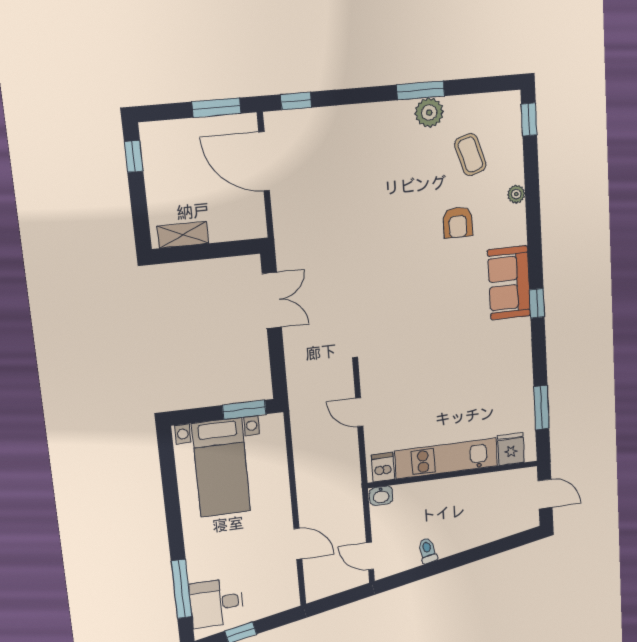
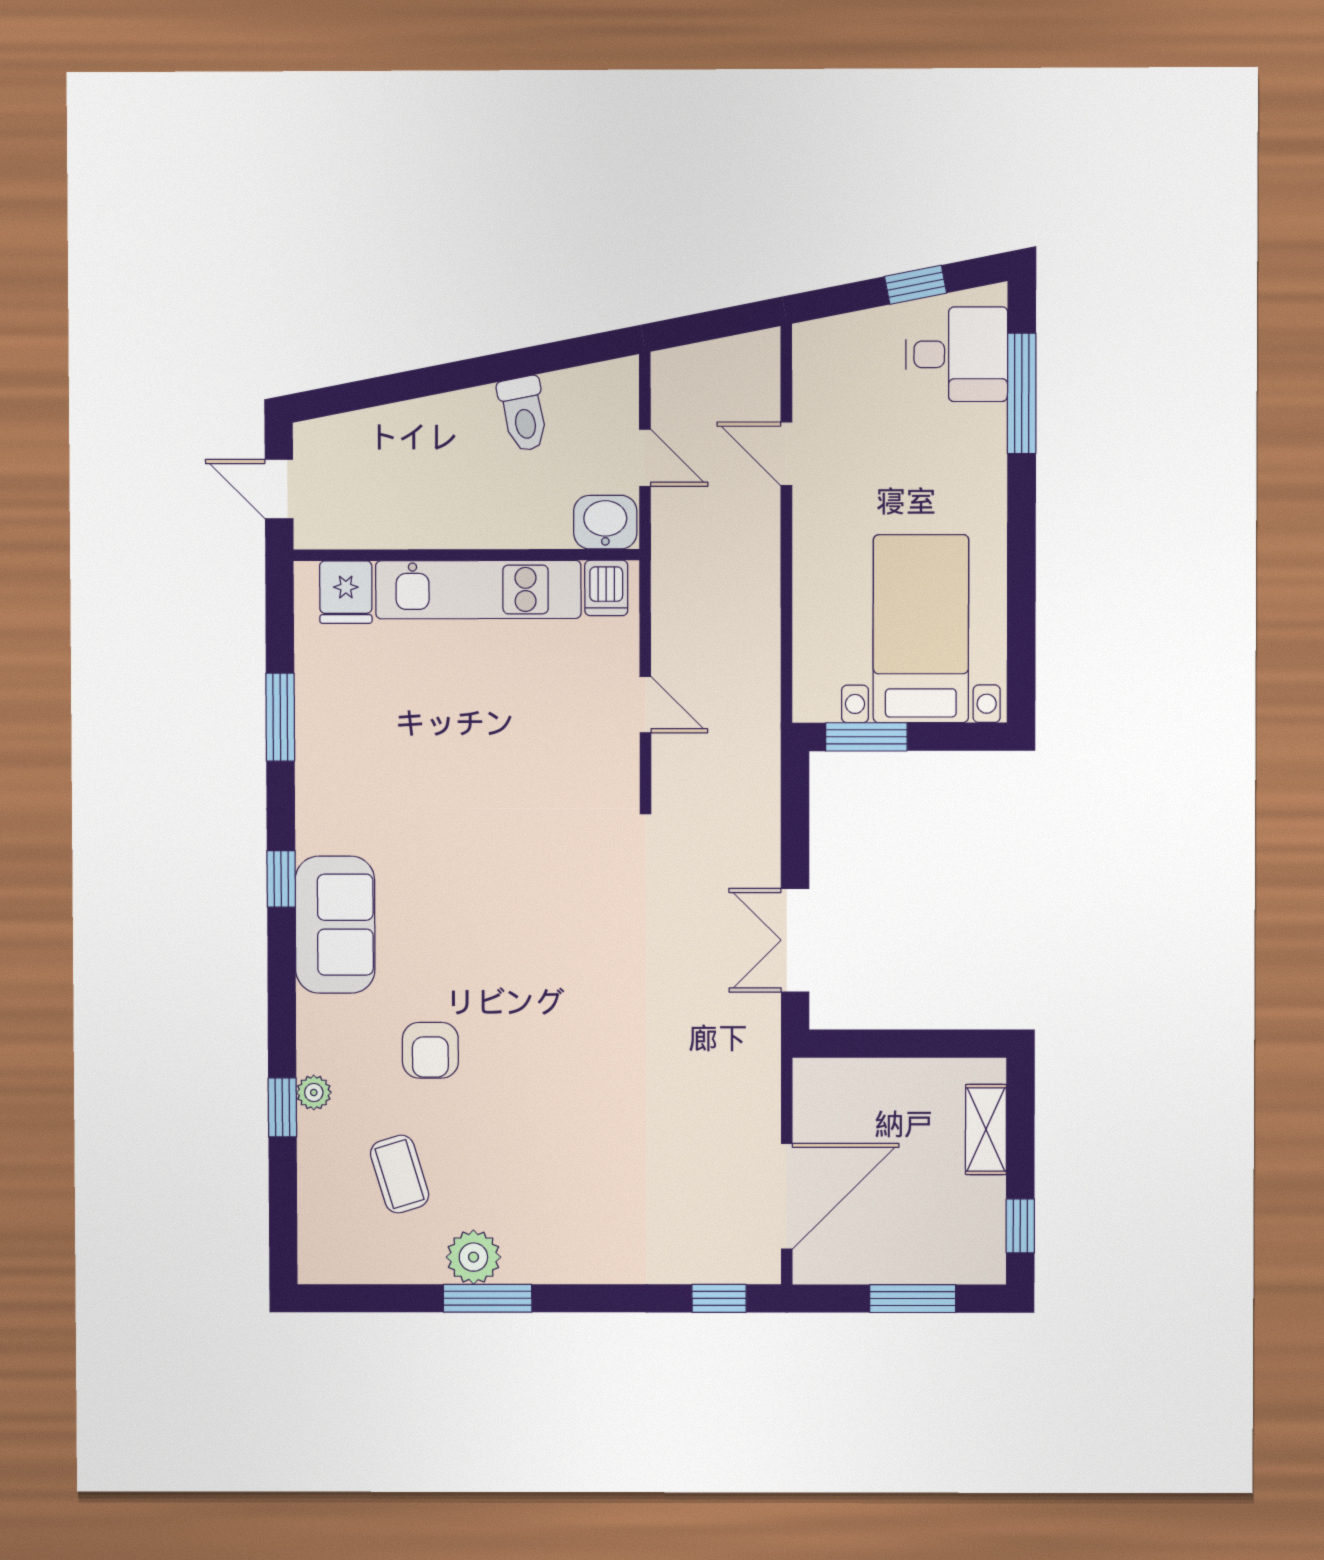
window: (216, 108) -> (913, 1299), moved
window: (529, 119) -> (282, 1107), moved
door: (264, 161) -> (787, 1196), hinge flipped
armchair: (458, 222) -> (430, 1050), turned 180
shelving: (183, 235) -> (986, 1130), moved, turned 90
window: (541, 408) -> (280, 717), moved
washbasin: (381, 496) -> (605, 522), width x1.38, depth x1.45
toilet: (428, 551) -> (524, 414), width x1.37, depth x1.39
door: (370, 556) -> (645, 458), moved

